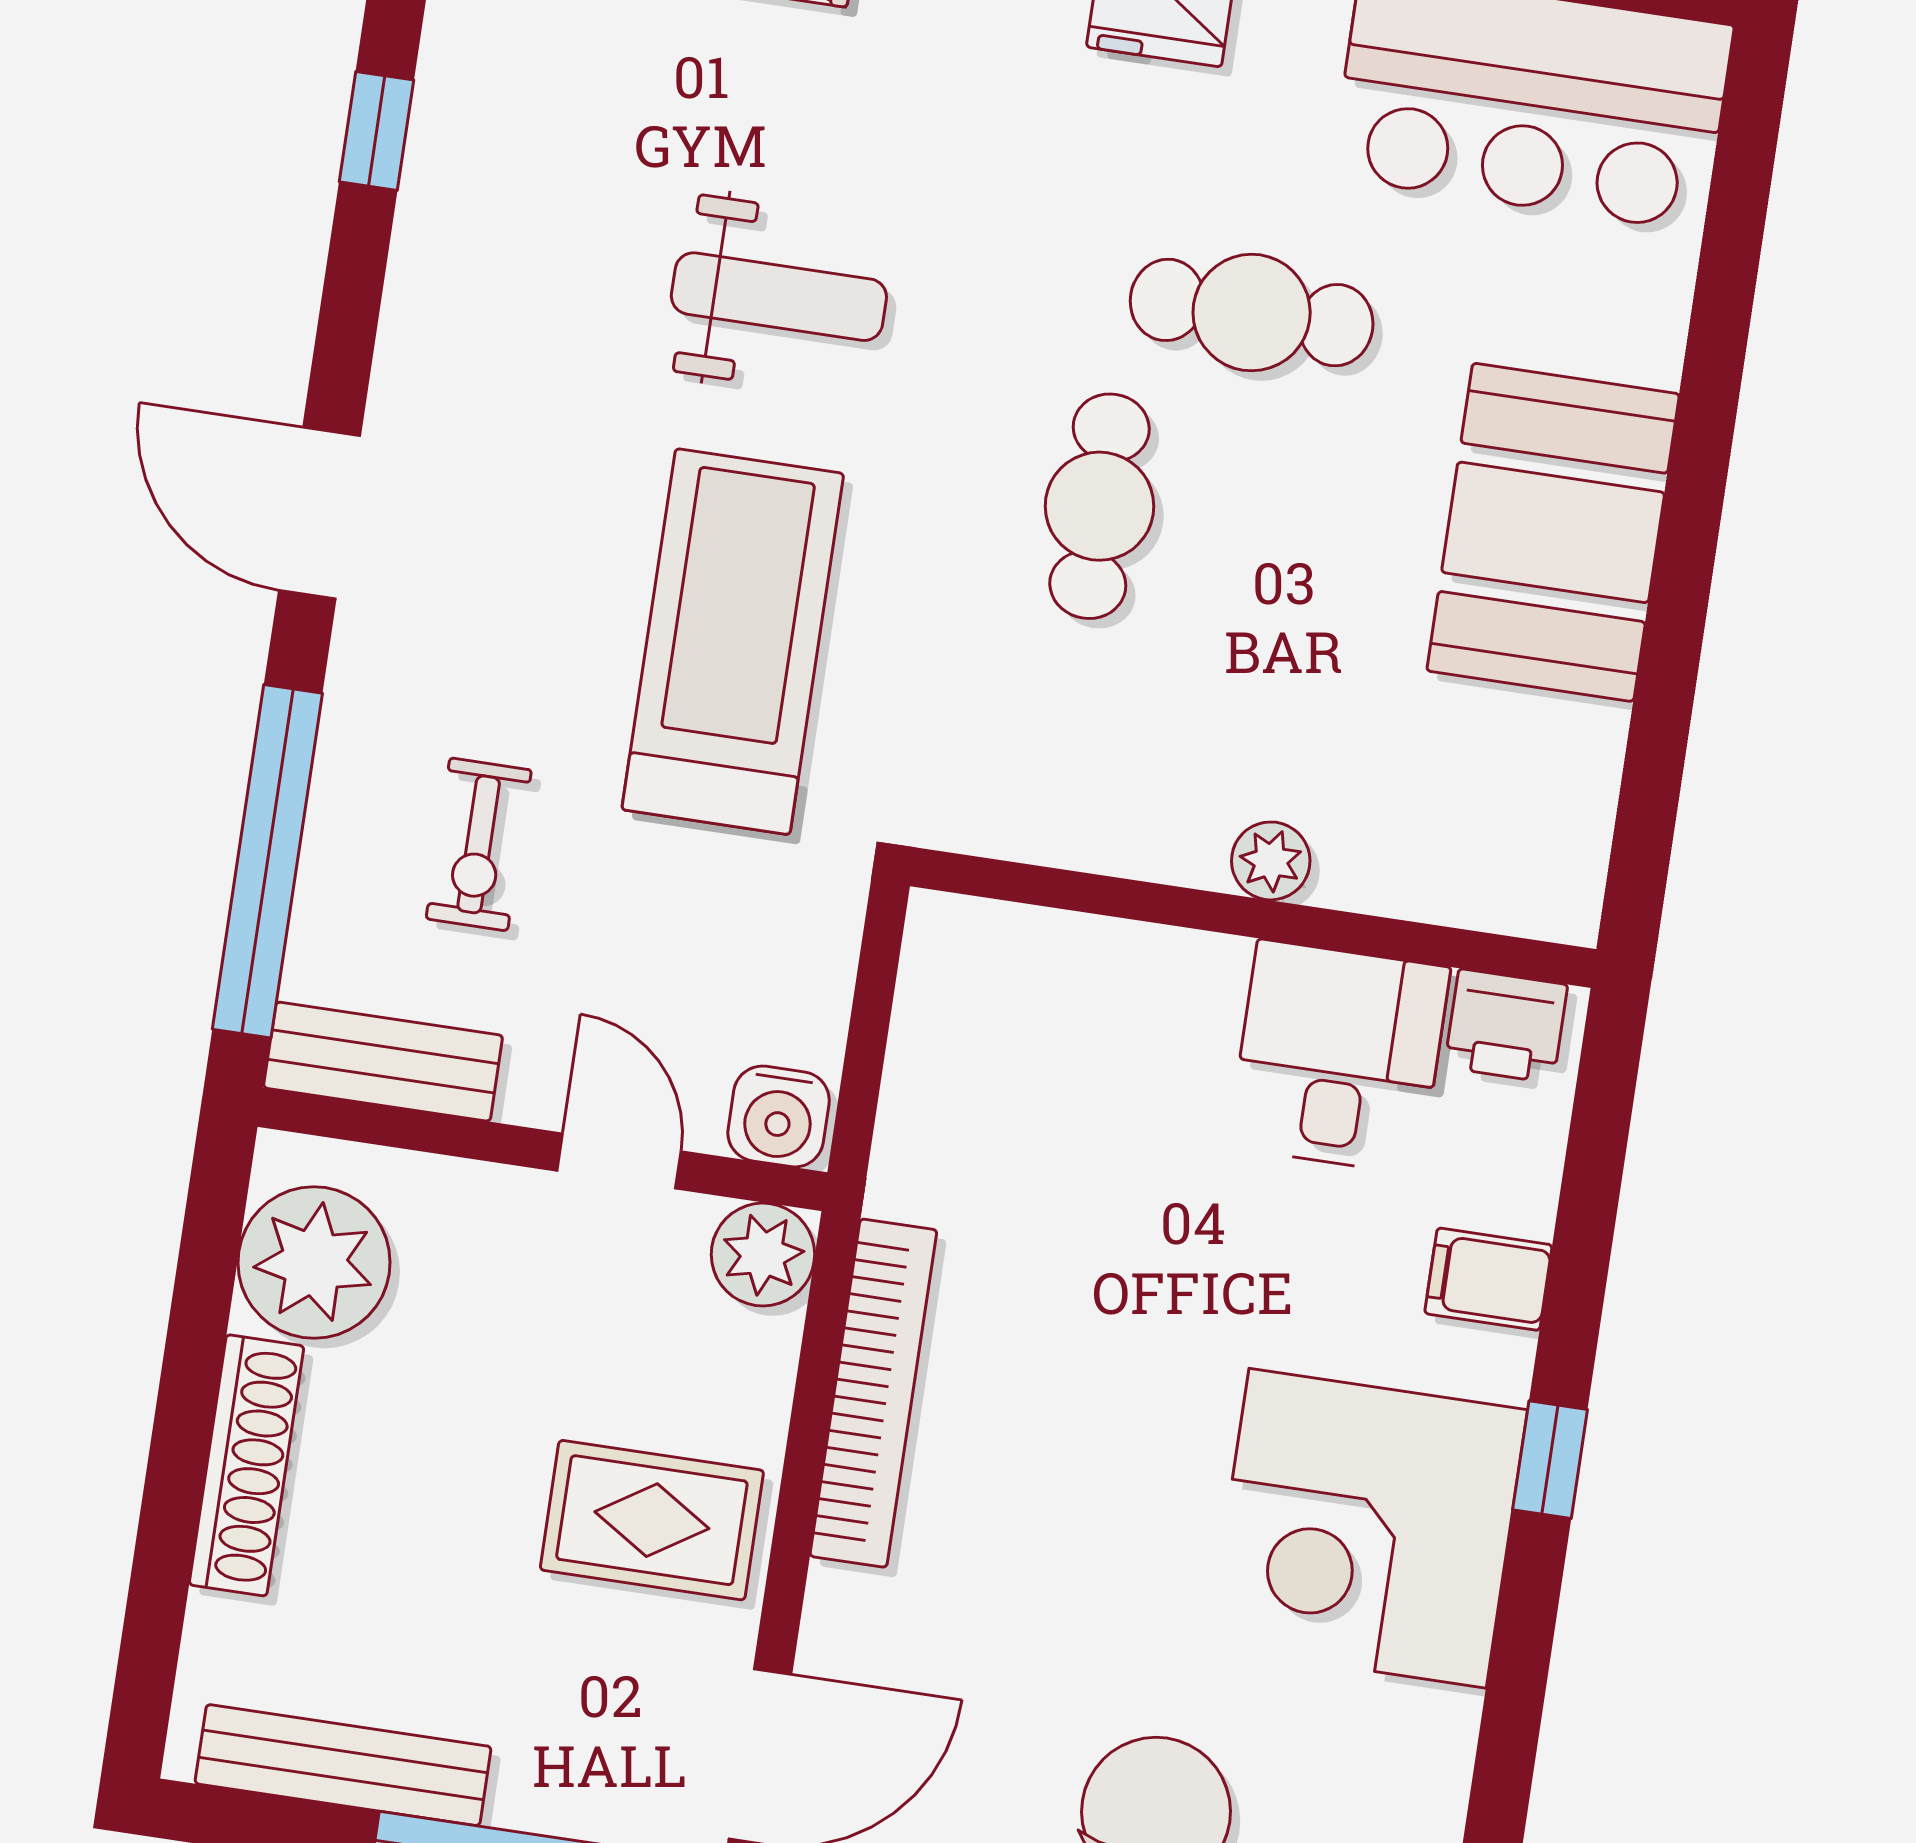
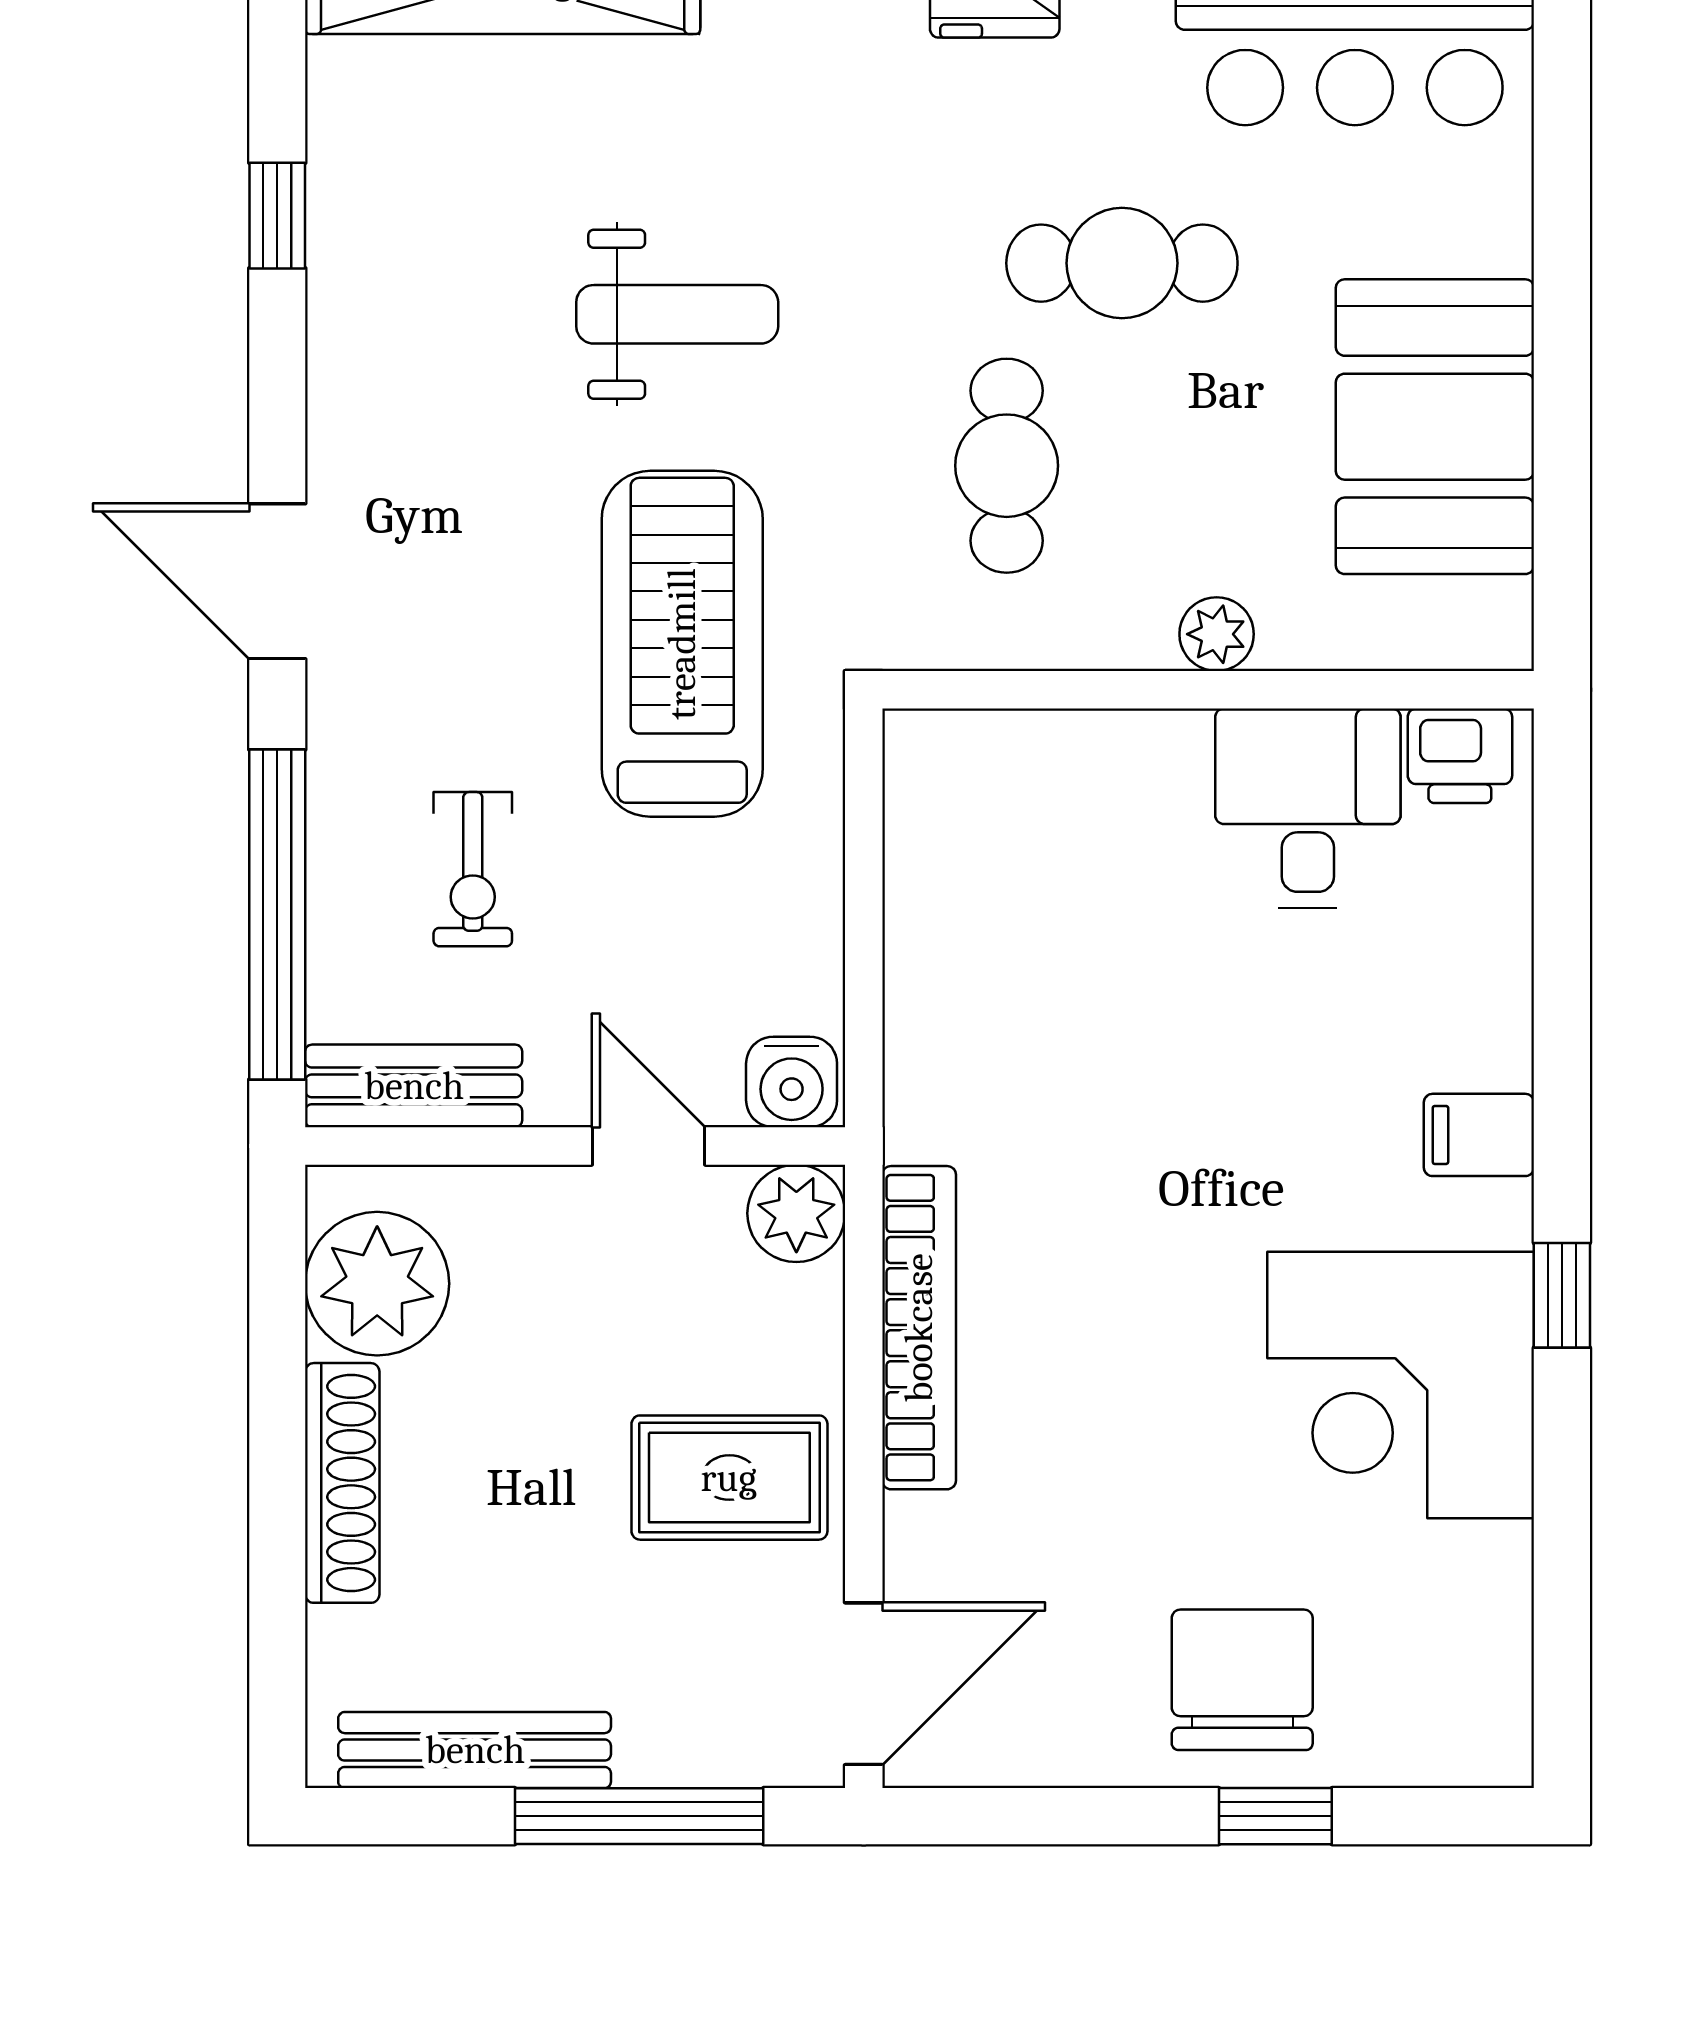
plant: (1271, 861) -> (1217, 634), moved
wall: (1253, 918) -> (1208, 690), moved
printer: (1506, 1026) -> (1460, 756), moved
desk: (1339, 1057) -> (1308, 808), moved

